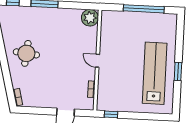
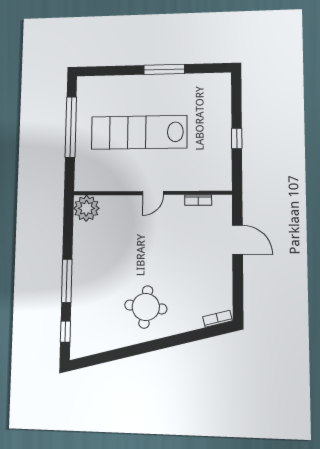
window: (178, 71) -> (164, 69), width x1.44
lab bench: (155, 73) -> (139, 132), moved
window: (111, 114) -> (237, 138), moved

